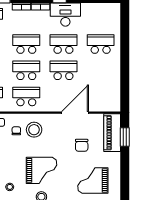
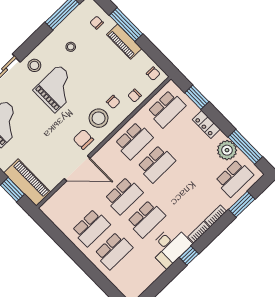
school desk: (26, 44) -> (91, 228), moved
door: (75, 113) -> (77, 168), hinge flipped
chair: (82, 145) -> (83, 139), moved
grand piano: (41, 170) -> (57, 89), turned 180

